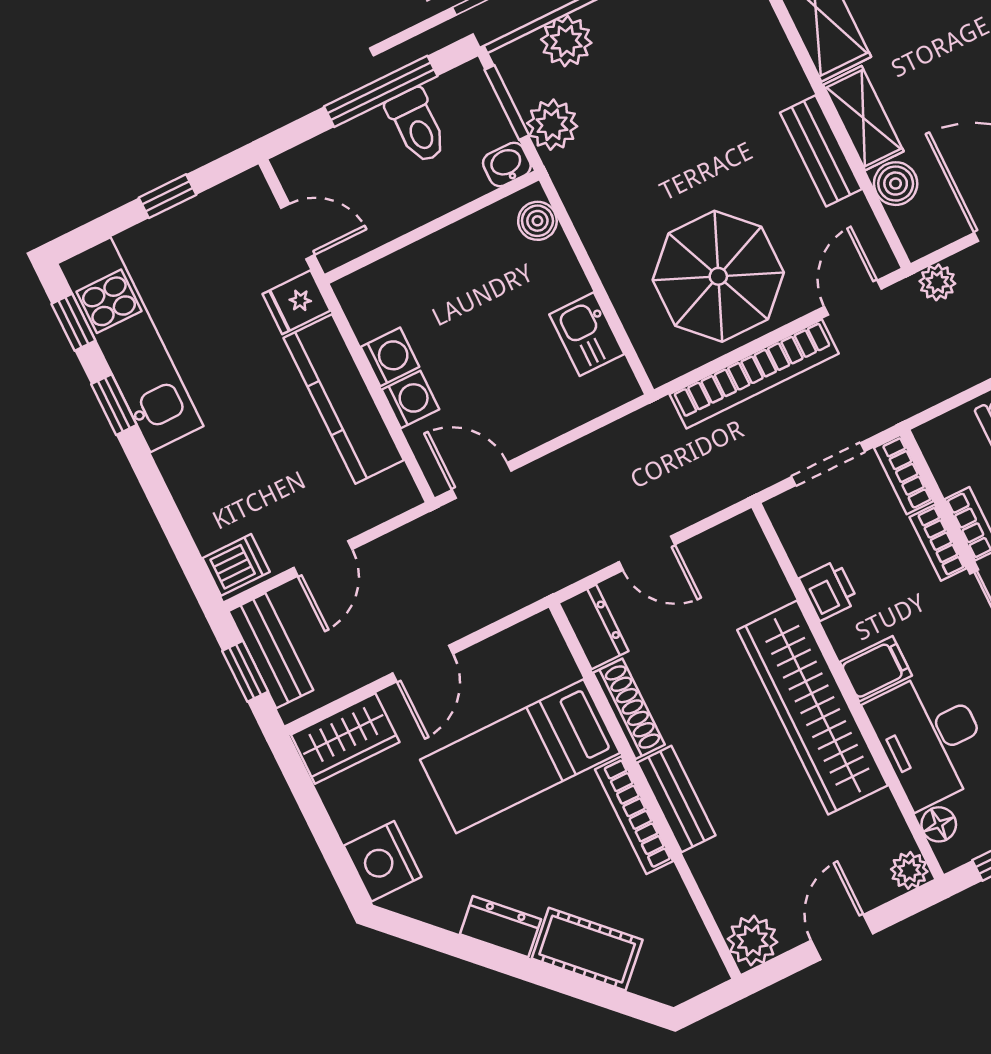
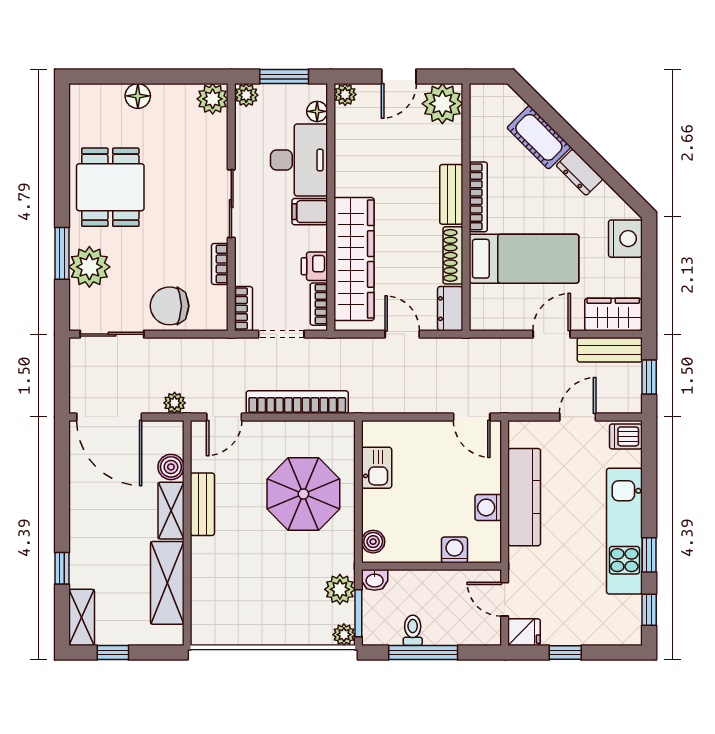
plant: (566, 41) -> (344, 635), moved, width x0.73, depth x0.73
toilet: (417, 126) -> (413, 630), width x0.73, depth x0.72
parasol: (718, 276) -> (303, 494), moved
fridge: (296, 302) -> (524, 632), moved
kitchen unit: (130, 345) -> (624, 531), moved
washing machine: (410, 399) -> (454, 550), moved, turned 90
bookcase: (938, 543) -> (319, 304), moved, turned 180
bench: (271, 651) -> (610, 350), moved, turned 90
wardrobe: (813, 708) -> (354, 259), moved
plant: (752, 941) -> (442, 104), width x1.36, depth x1.36

